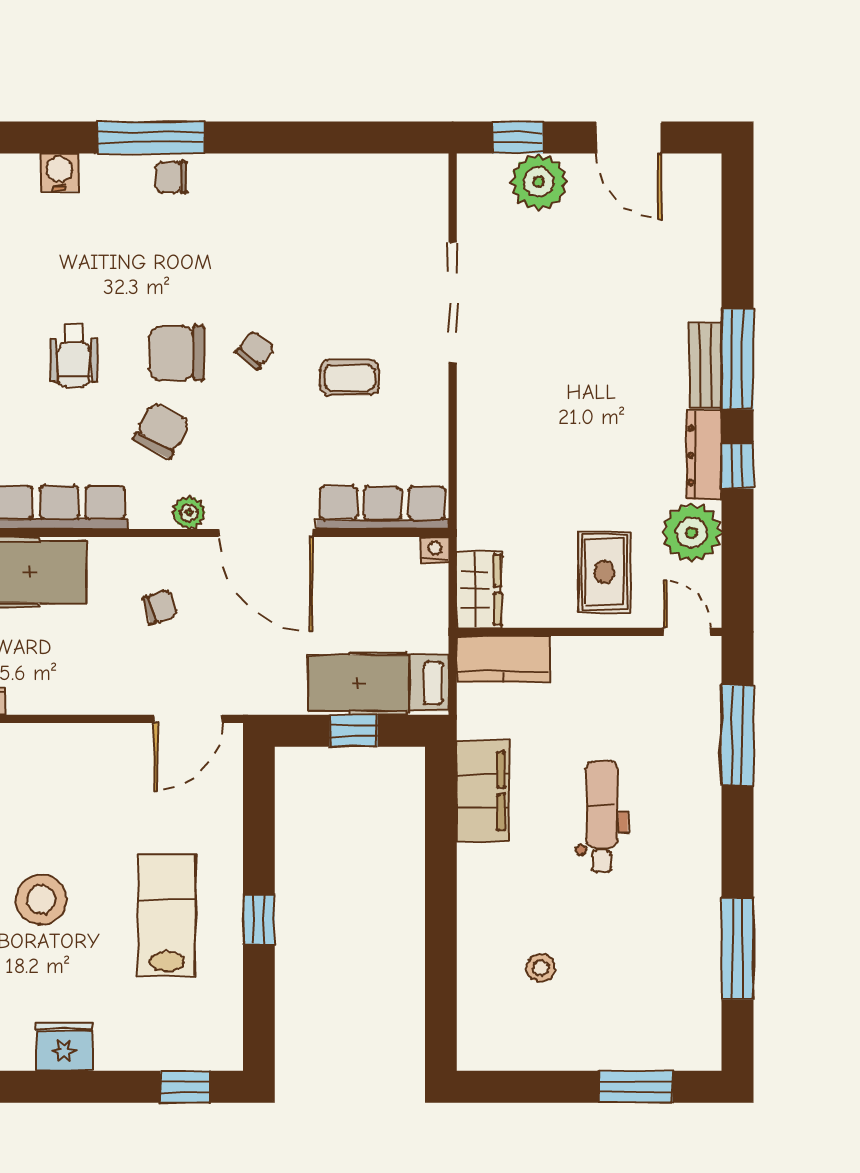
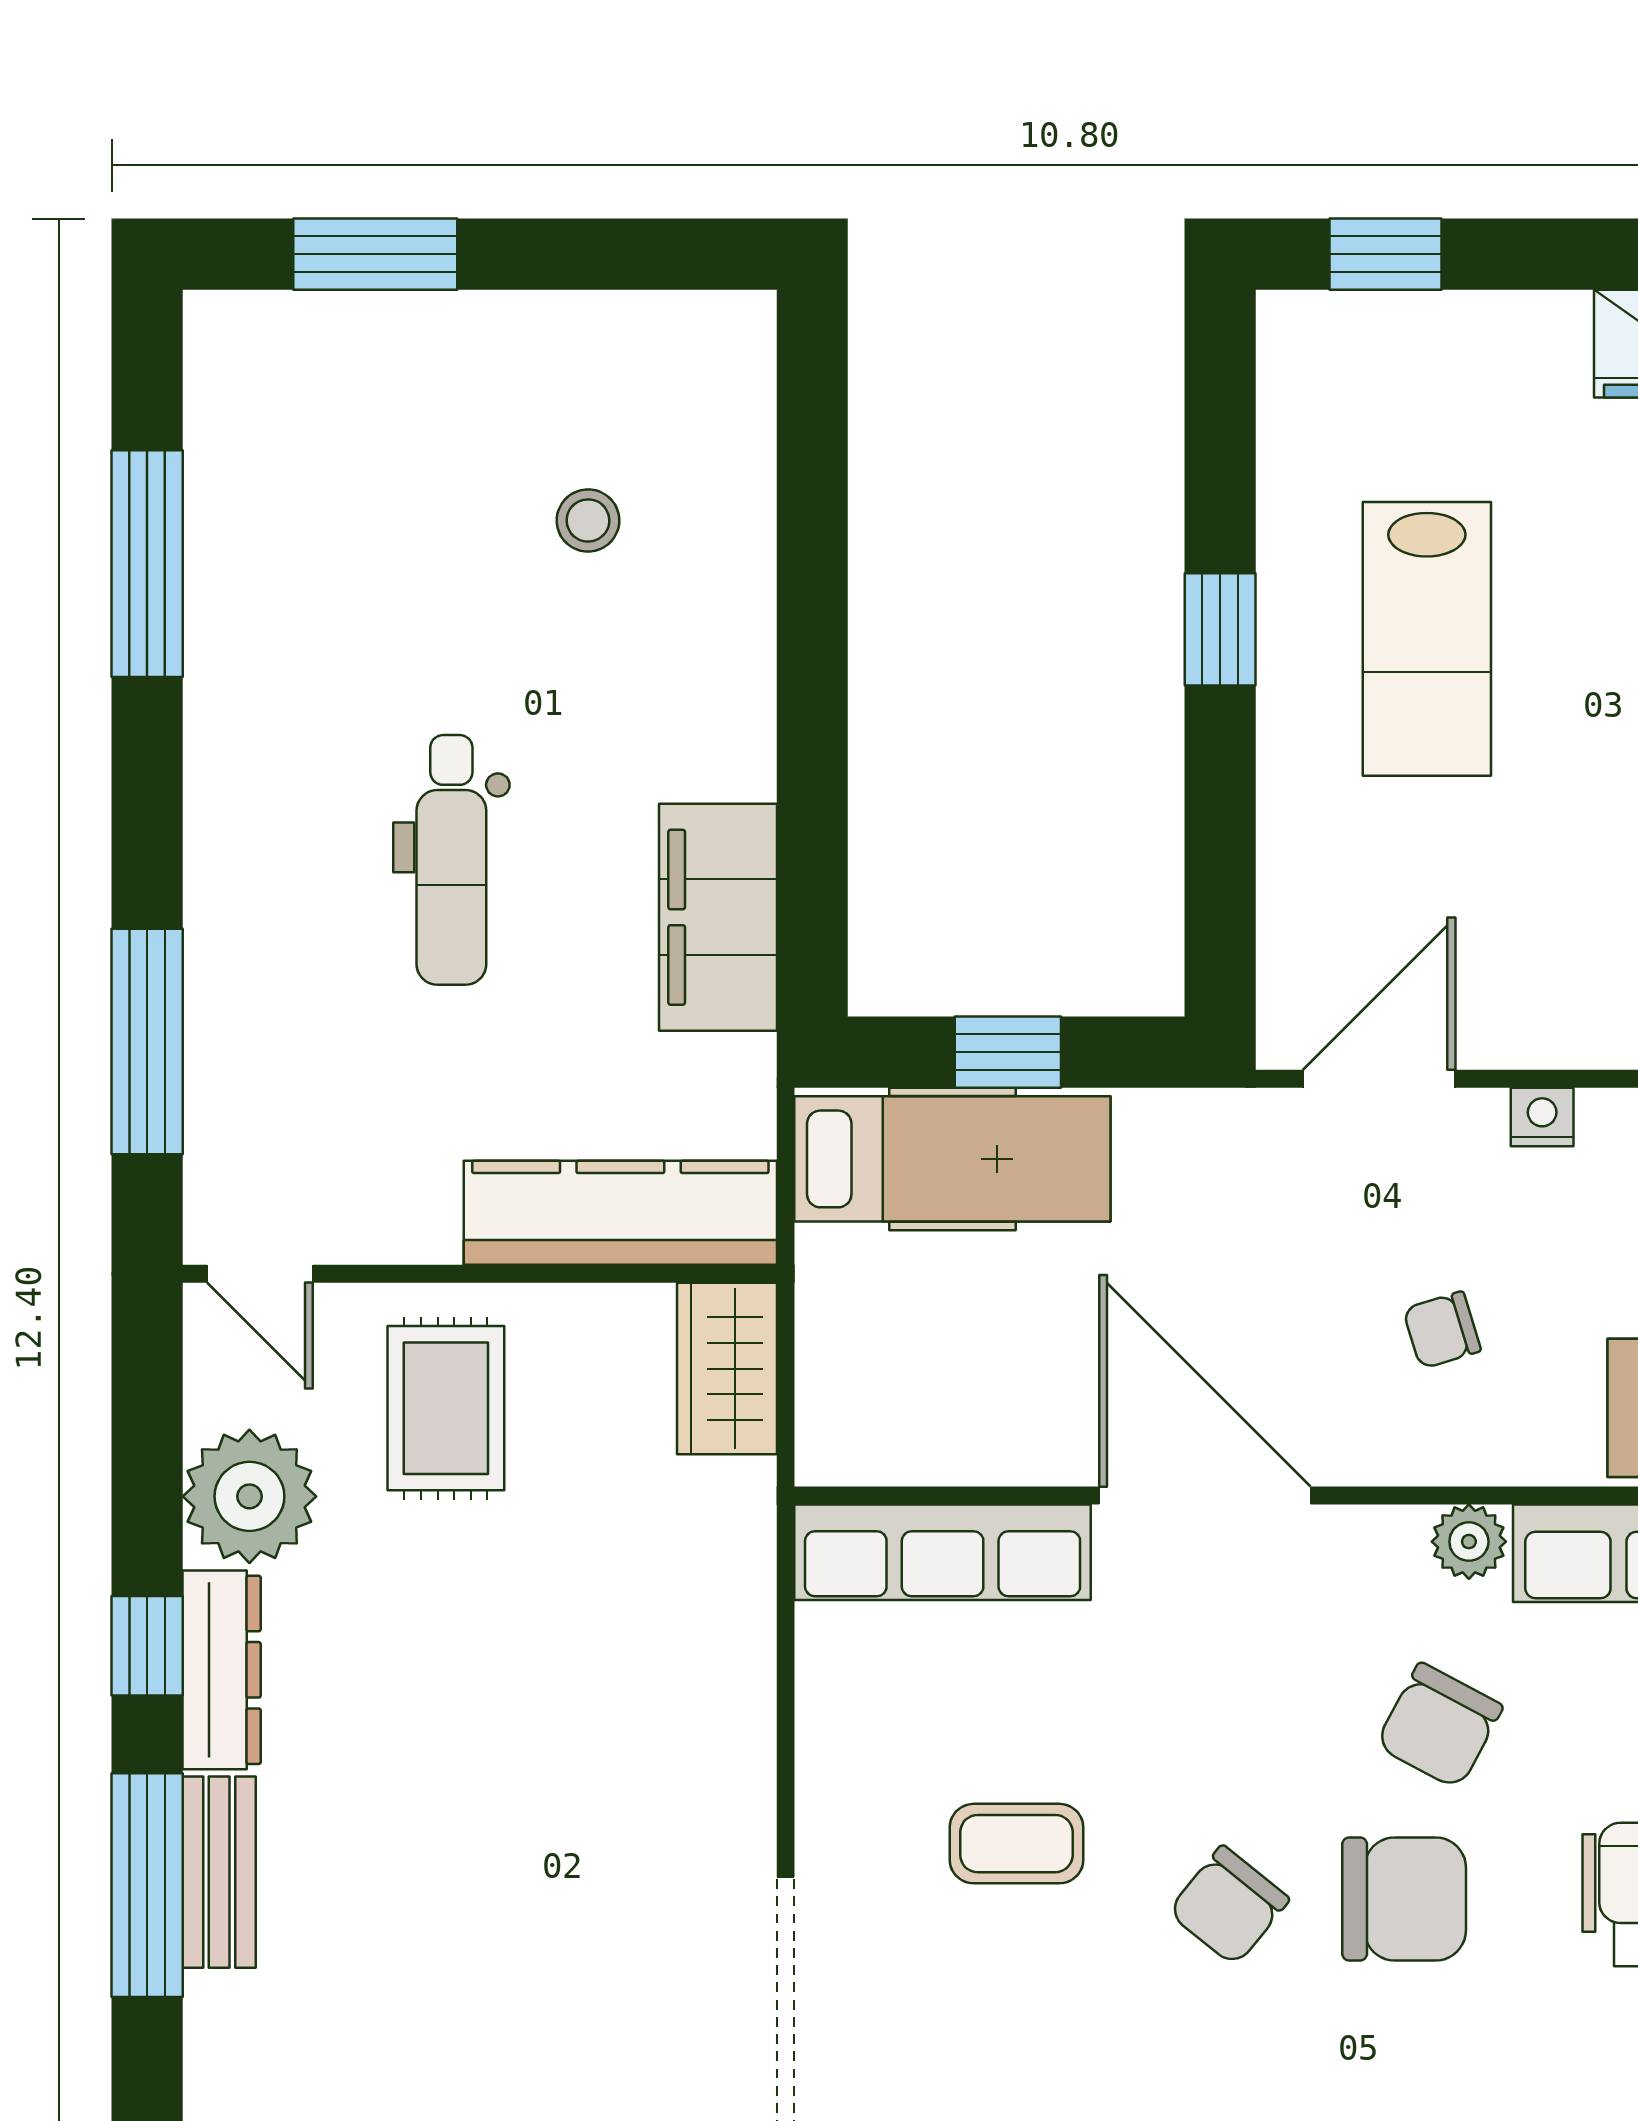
chair: (255, 350) -> (1229, 1906), width x1.37, depth x1.37
plant: (189, 512) -> (1469, 1542), moved
nightstand: (435, 550) -> (1542, 1117), moved, turned 180
kitchen counter: (503, 659) -> (620, 1213), width x1.50

